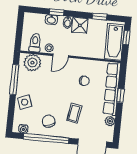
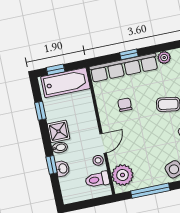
door: (61, 56) -> (103, 143), hinge flipped

